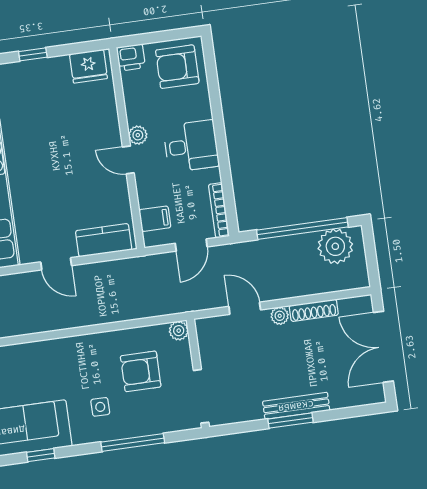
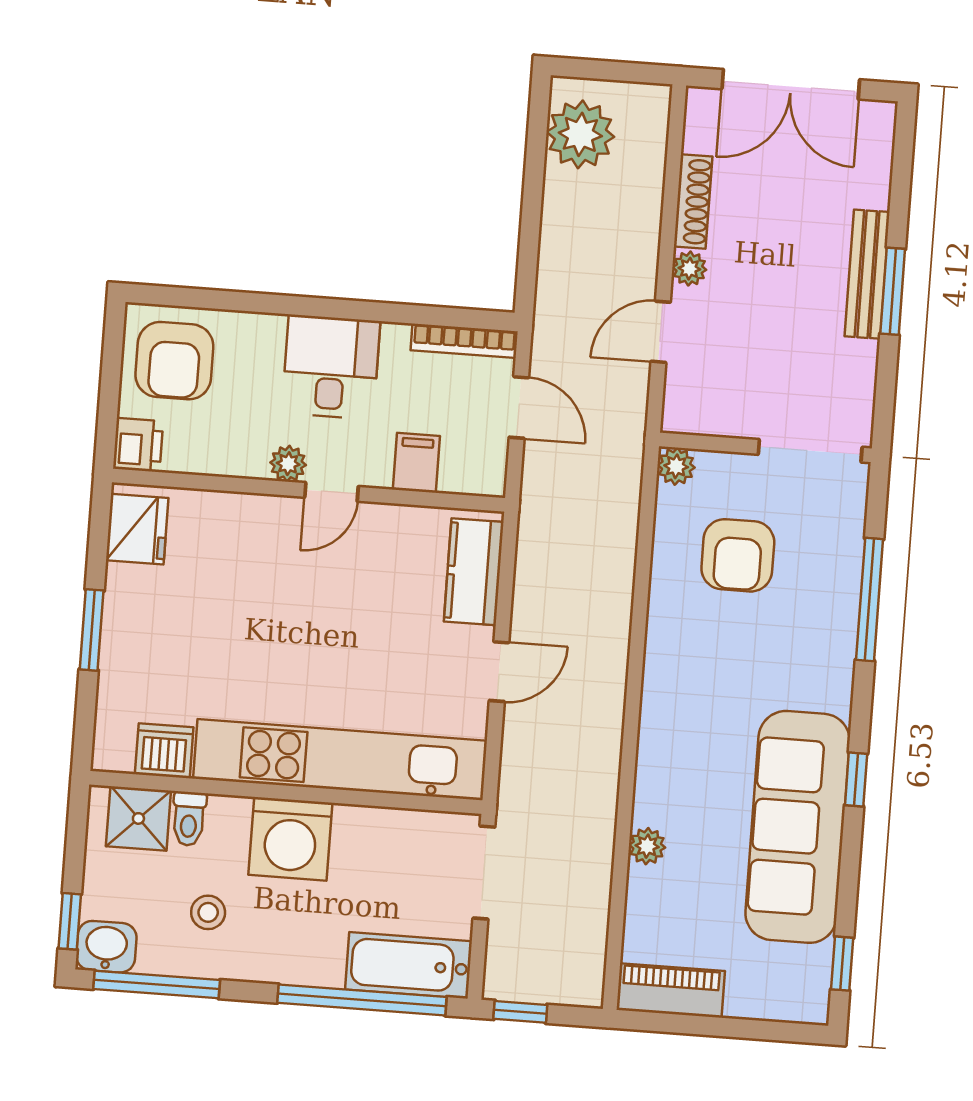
window: (33, 54) -> (92, 630), width x1.50
filing cabinet: (155, 219) -> (416, 463), moved
window: (302, 228) -> (533, 190), removed
side table: (100, 407) -> (789, 647), removed

